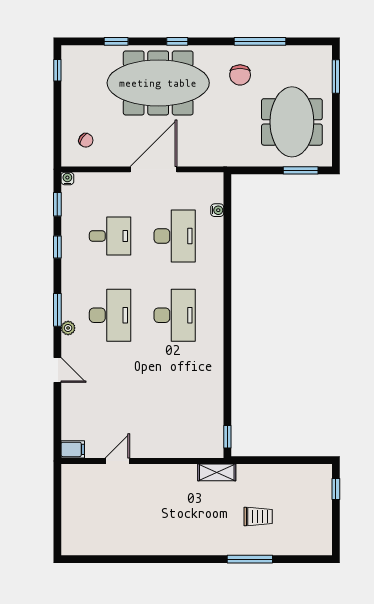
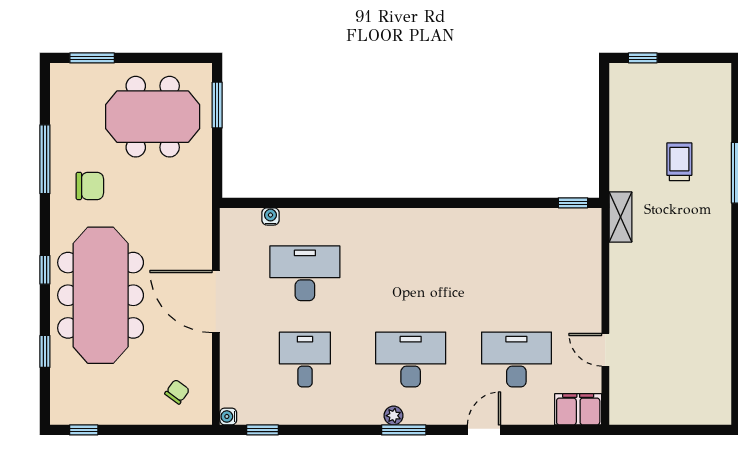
window: (57, 247) -> (320, 430), removed
desk: (175, 315) -> (516, 359), moved
plant: (68, 328) -> (394, 416), moved
filing cabinet: (73, 449) -> (578, 409), width x2.00

